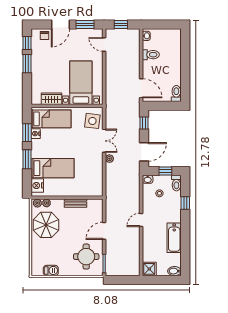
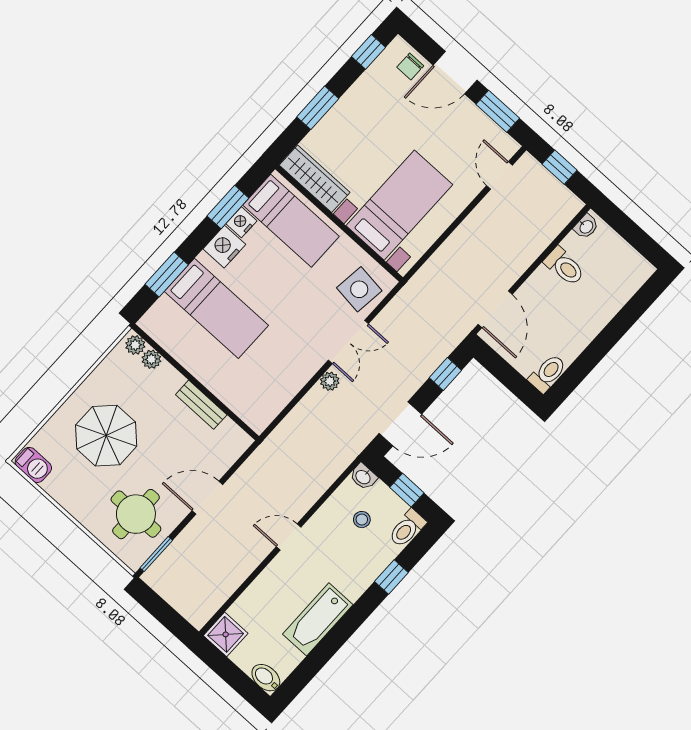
window: (27, 64) -> (318, 108), moved
wardrobe: (51, 99) -> (315, 179), width x1.50
window: (27, 159) -> (167, 275), moved
nightstand: (37, 185) -> (224, 247), moved
parasol: (46, 225) -> (106, 436), moved
barbecue: (51, 270) -> (33, 465), moved

